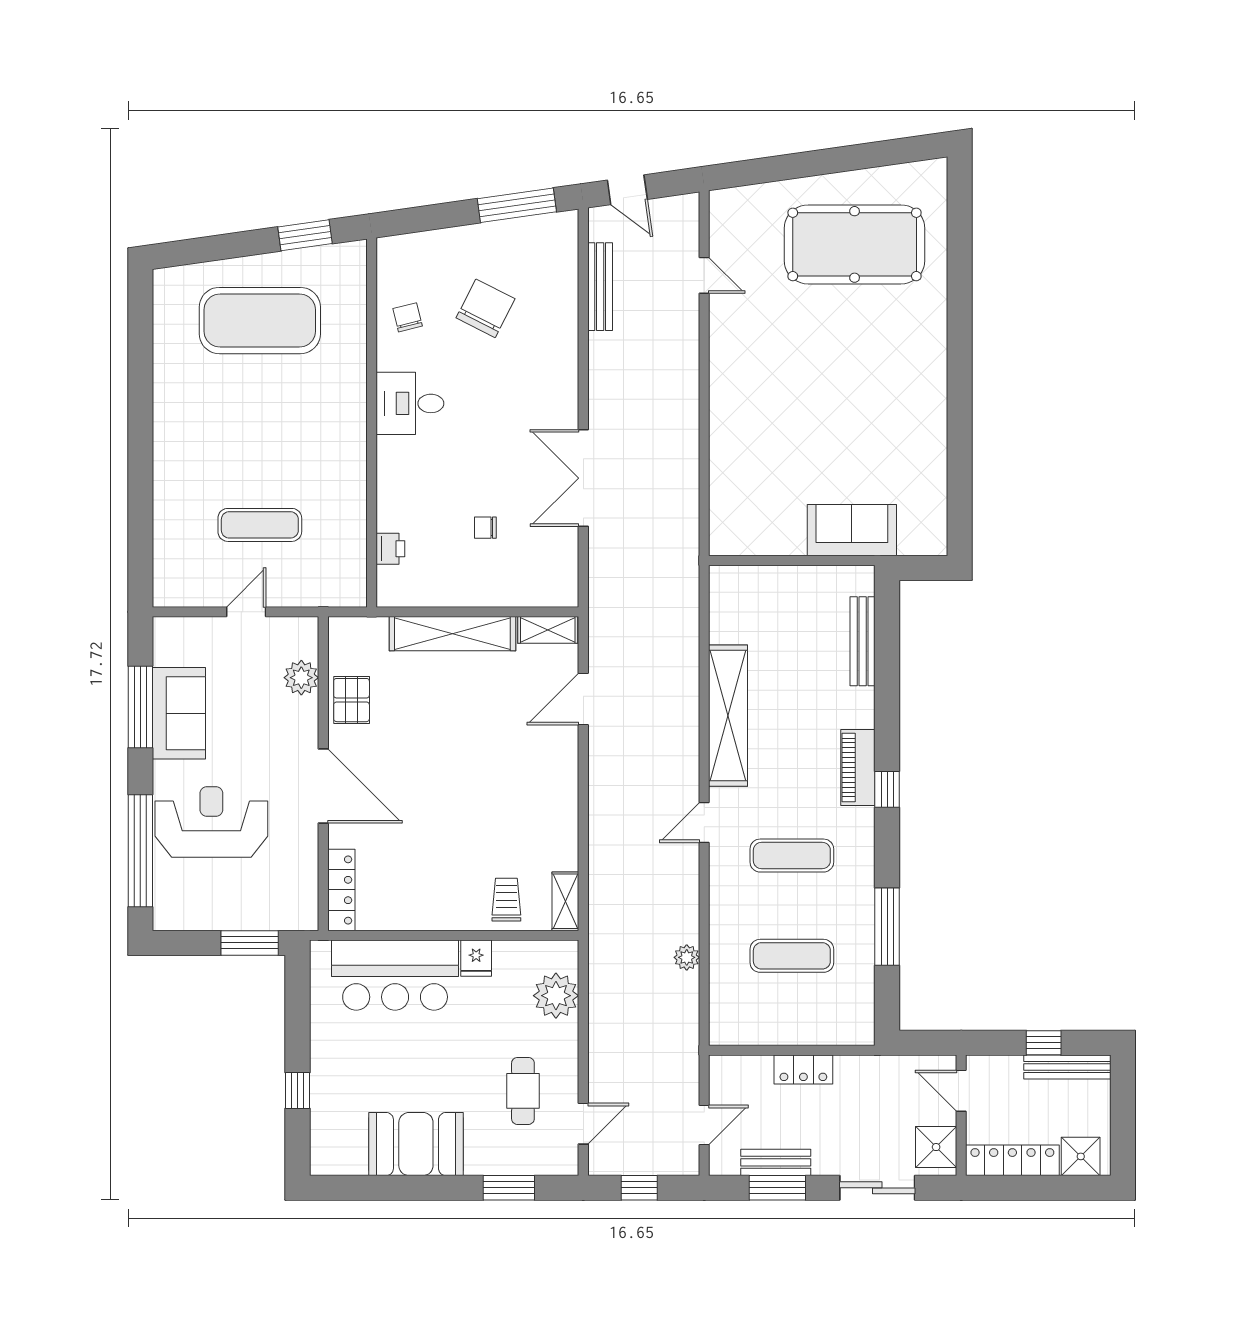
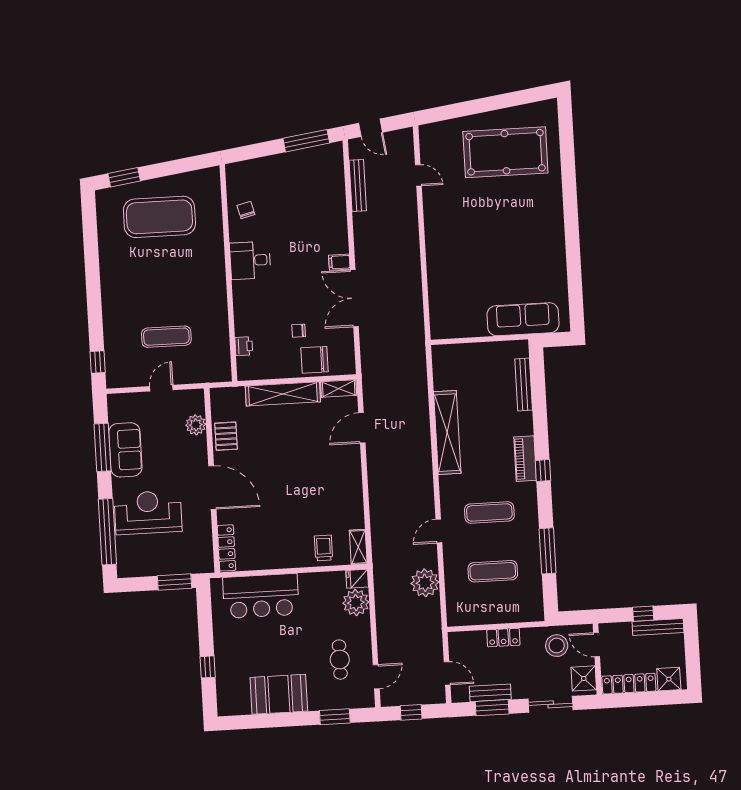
window: (305, 235) -> (124, 177), moved
chair: (486, 308) -> (314, 360), moved, turned -117
filing cabinet: (561, 415) -> (339, 262), added
sofa: (852, 530) -> (523, 319), width x1.36
window: (140, 561) -> (98, 362), added
door: (704, 822) -> (439, 531), moved
plant: (687, 957) -> (425, 583), width x1.87, depth x1.87
fridge: (476, 958) -> (357, 579), moved, turned 90
stool: (893, 1088) -> (557, 646), added
door: (704, 1125) -> (447, 673), hinge flipped

